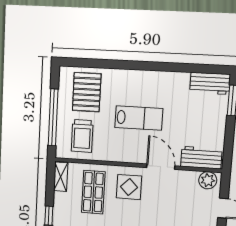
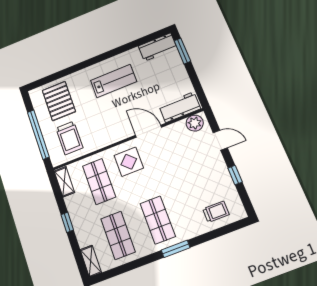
lab bench: (139, 118) -> (114, 81), moved

